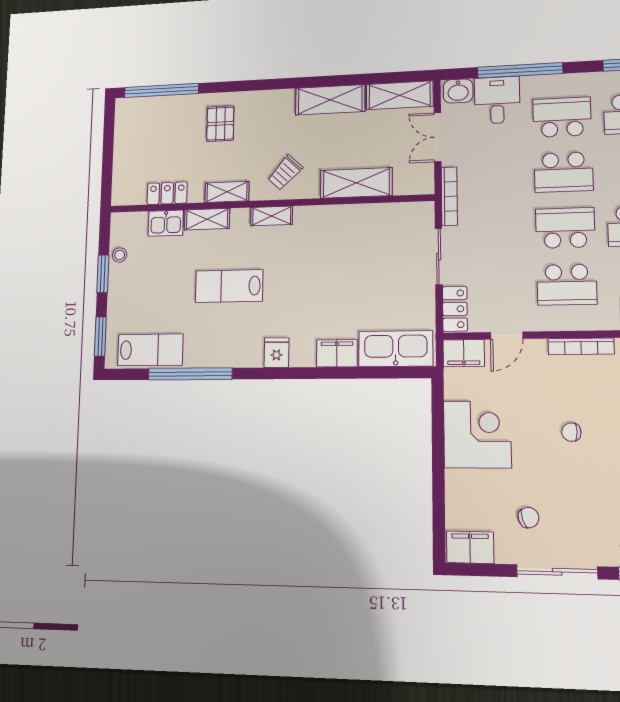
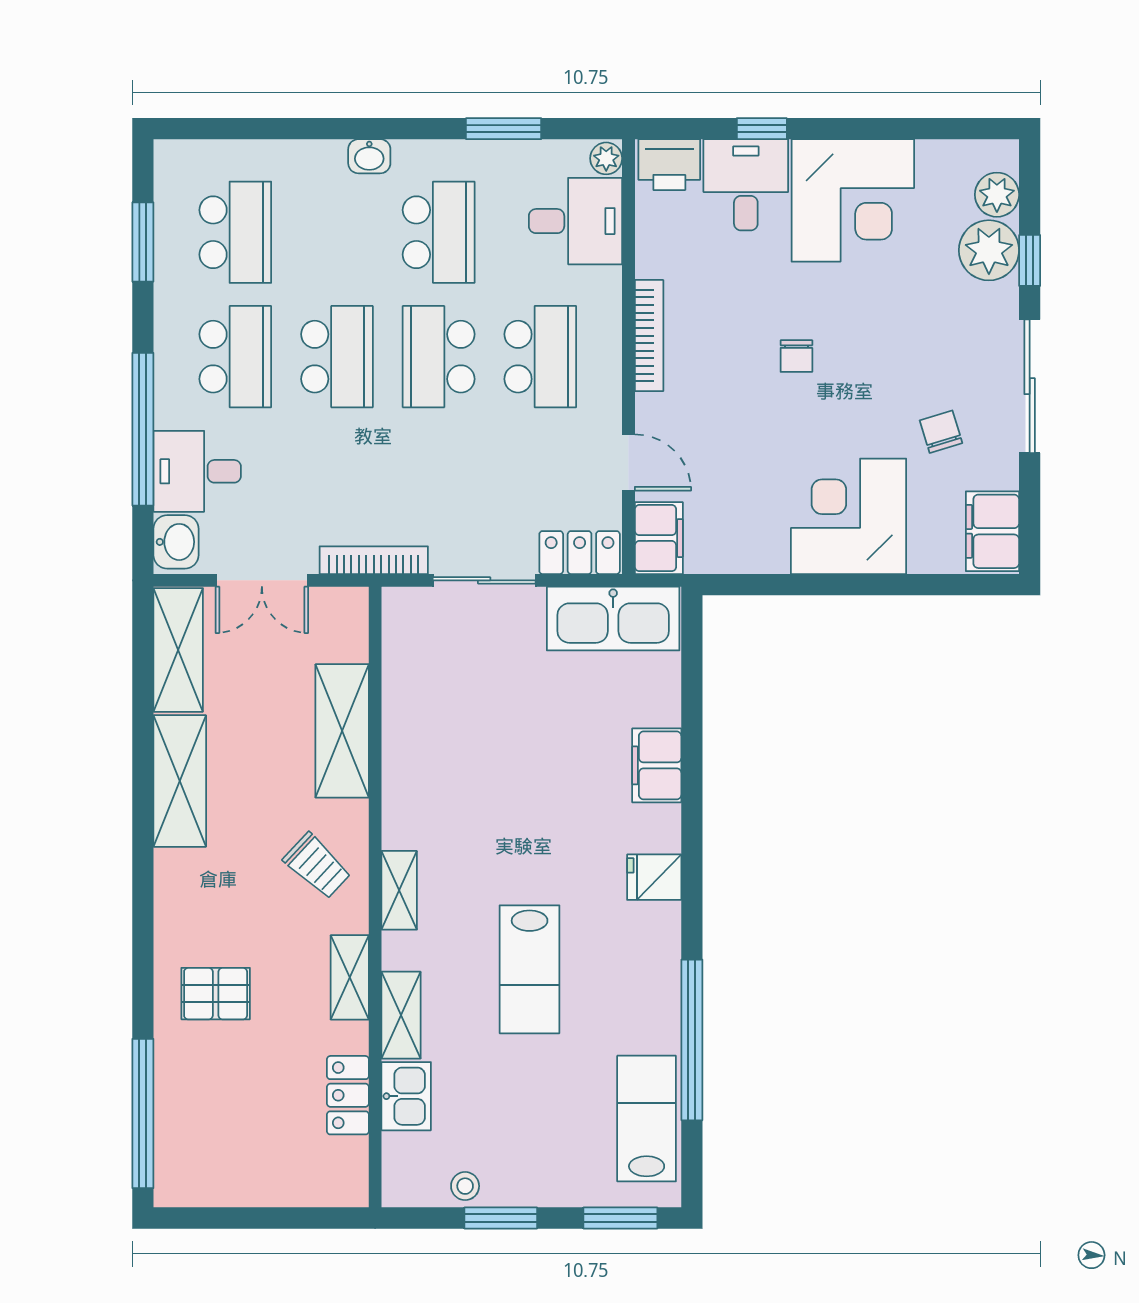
school desk: (562, 117) -> (235, 357), turned 180
kitchen sink: (396, 349) -> (613, 619), moved, turned -90
corner desk: (477, 434) -> (849, 516), moved

